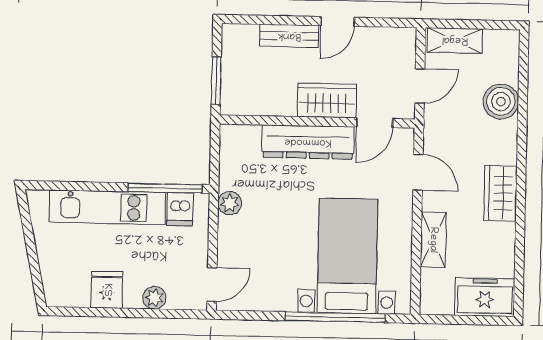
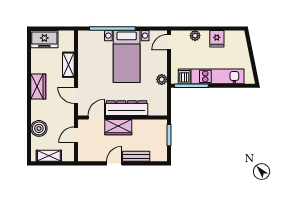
shelving: (455, 40) -> (49, 156), moved
bed with nightstands: (347, 256) -> (127, 57), moved

